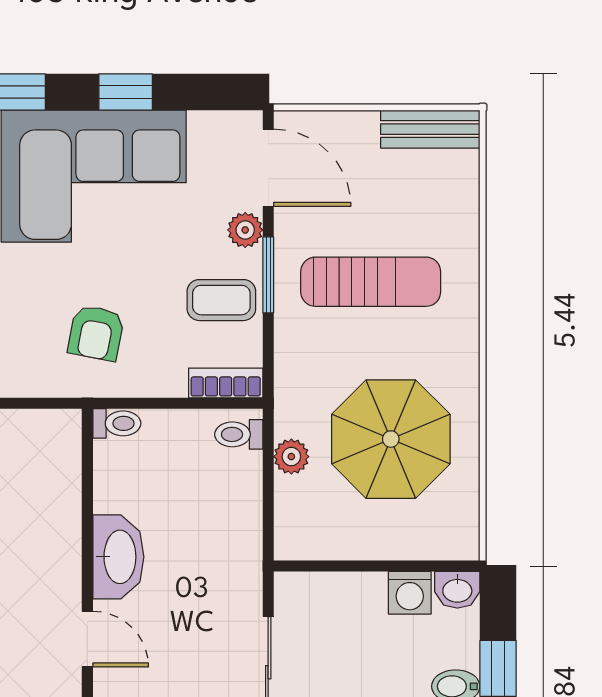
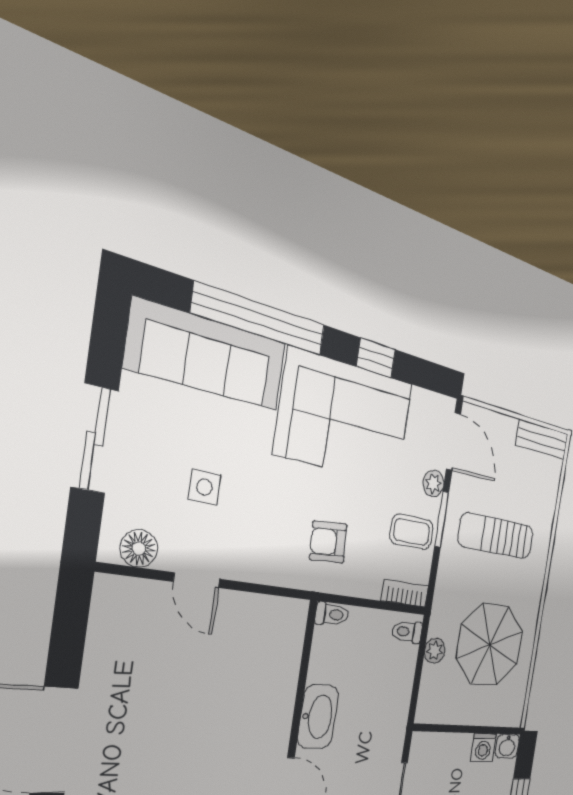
sun lounger: (371, 282) -> (496, 536), turned 180
armchair: (96, 333) -> (328, 542), turned 75

